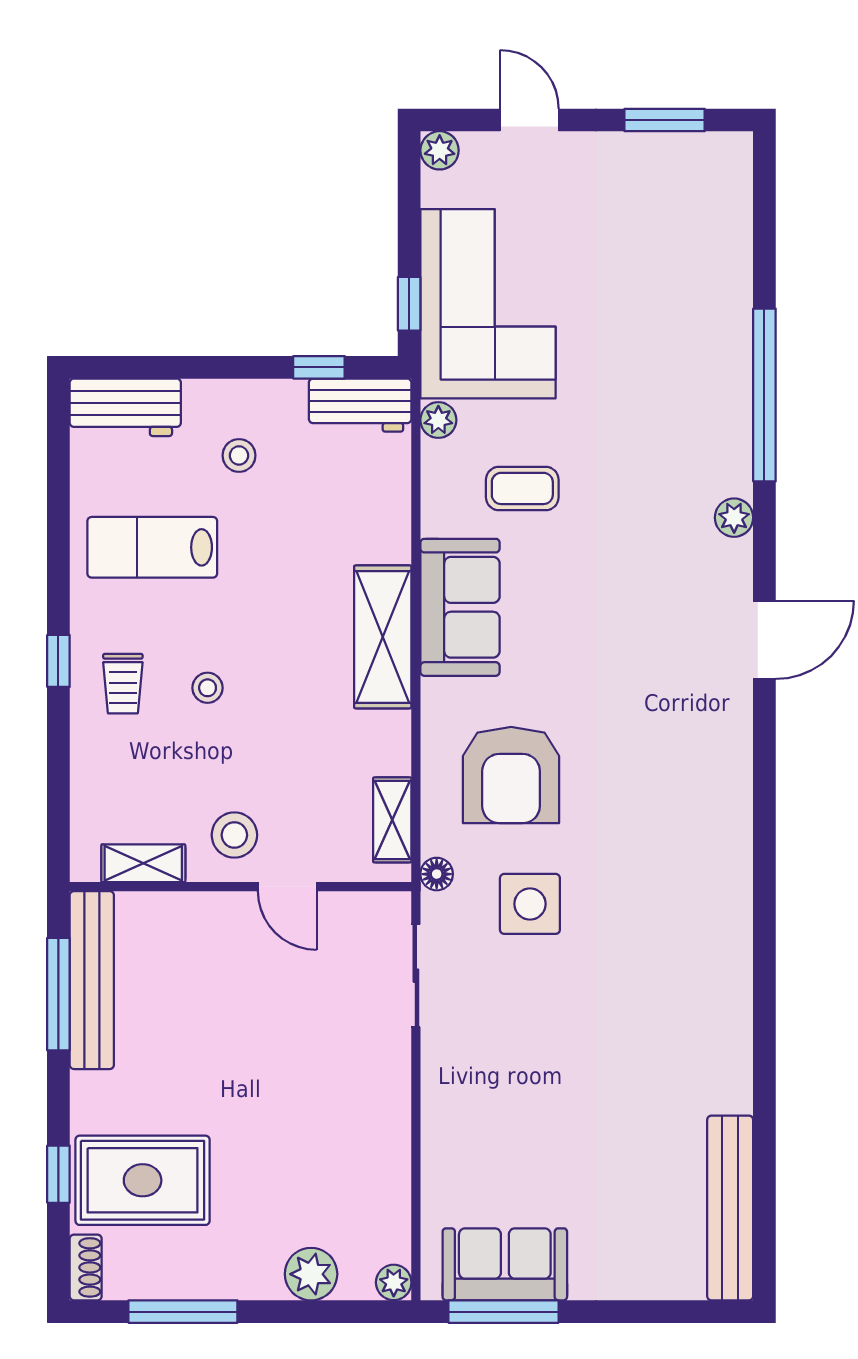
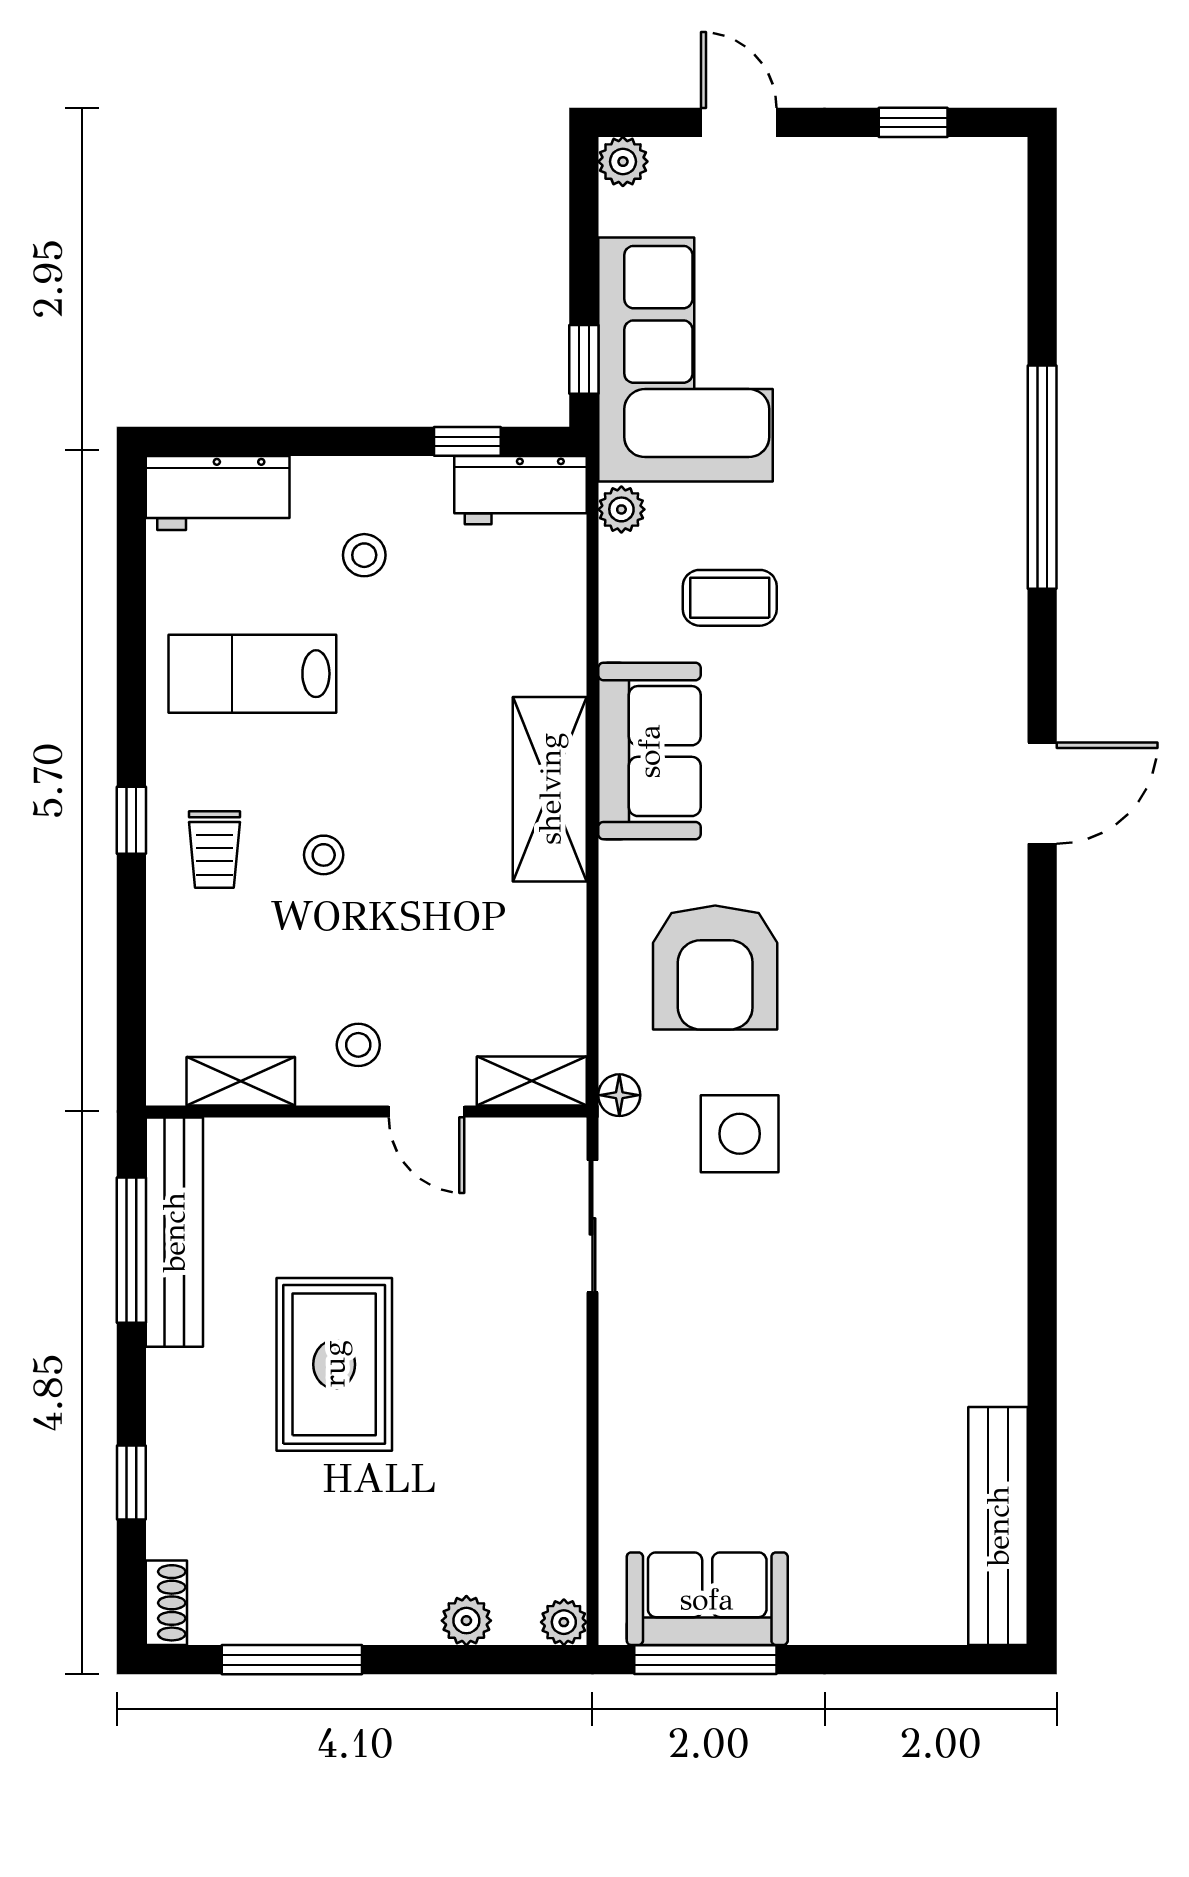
window: (665, 120) -> (913, 122), width x0.67
plant: (734, 518) -> (1003, 635), removed
shelving: (392, 820) -> (532, 1081), moved, turned 90
stool: (234, 835) -> (358, 1045), width x0.73, depth x0.73
rug: (143, 1180) -> (334, 1364), moved, turned 90
plant: (311, 1274) -> (466, 1621), width x0.73, depth x0.73

